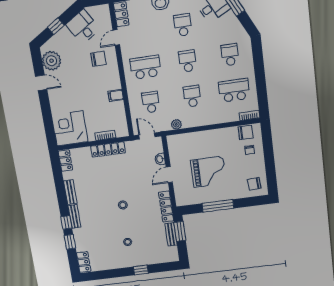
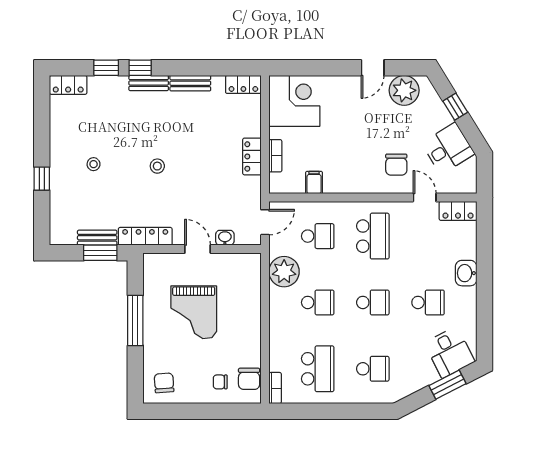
filing cabinet: (116, 95) -> (314, 182), moved
plant: (176, 124) -> (284, 272), width x1.88, depth x1.88
locker: (108, 149) -> (252, 156), width x0.66

